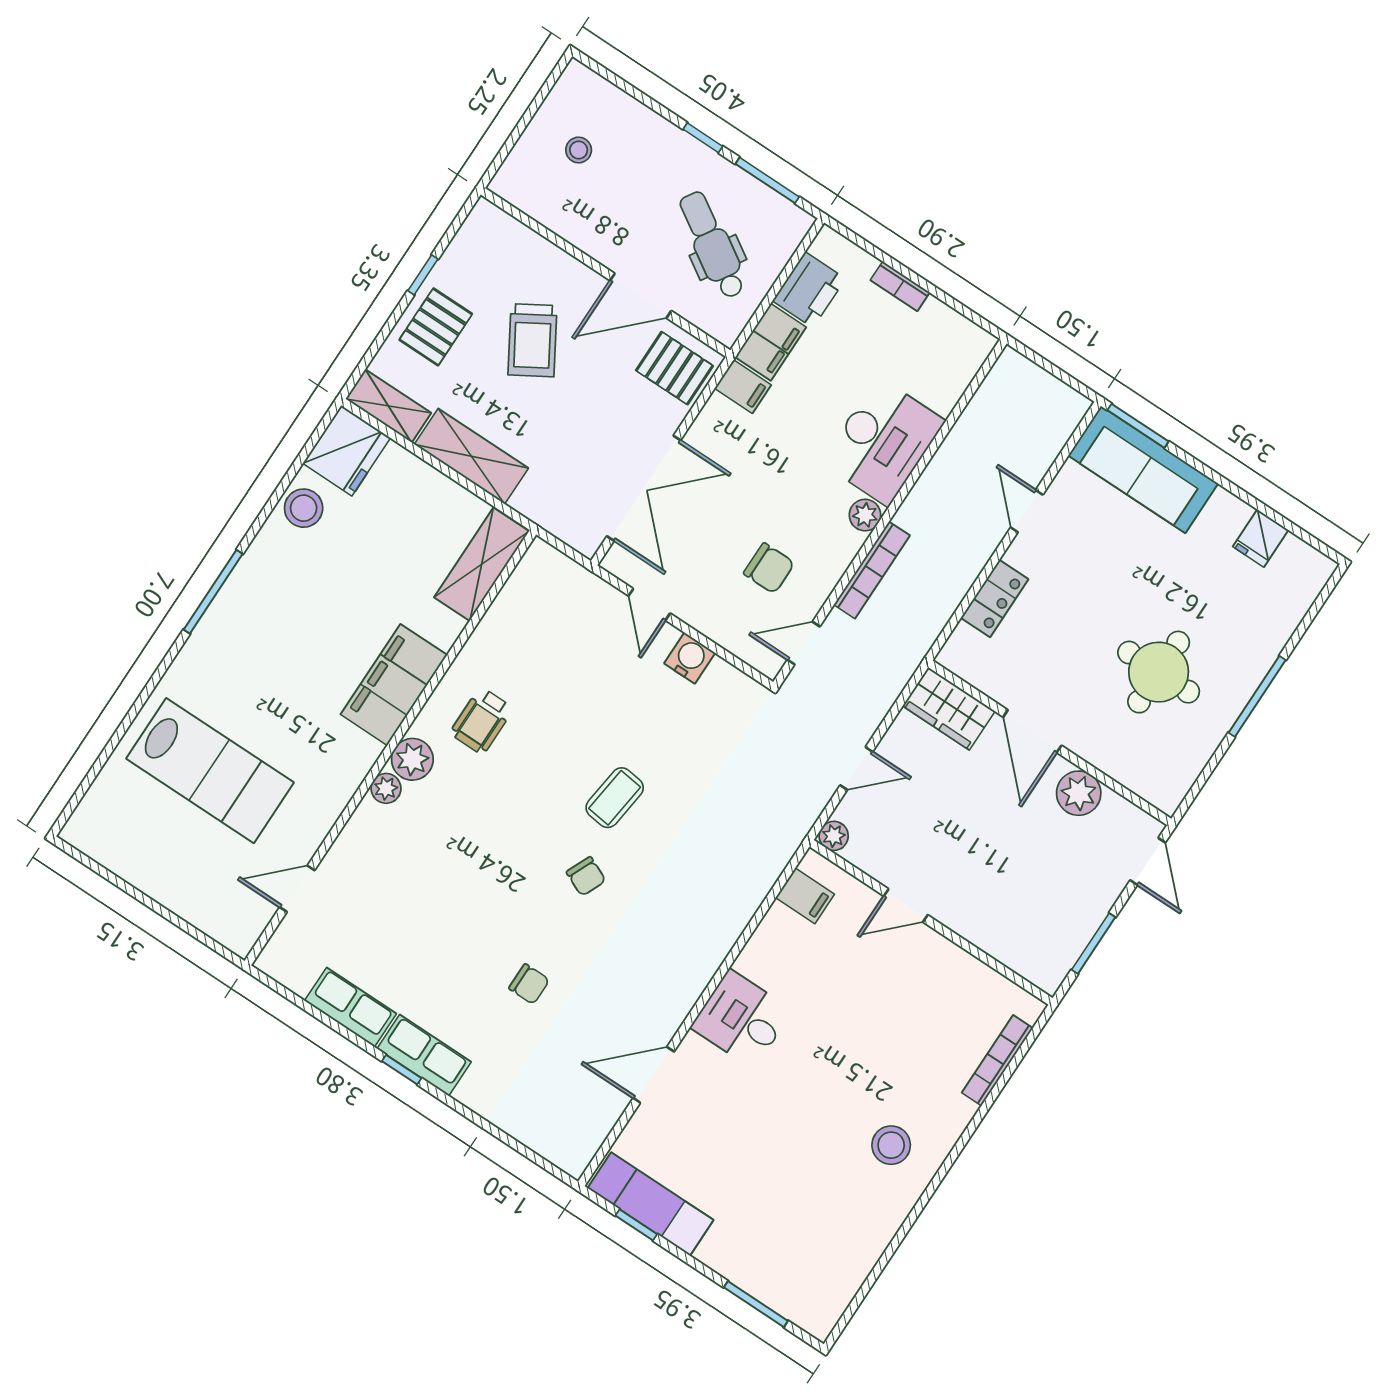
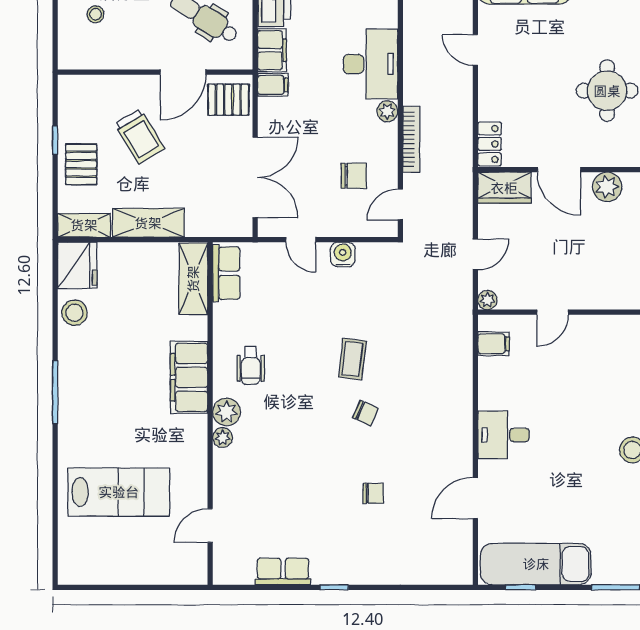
locker: (995, 599) -> (490, 144), moved
row of seats: (424, 1055) -> (226, 273), moved, turned 90
exam couch: (651, 1204) -> (536, 564), width x1.36, depth x1.45

